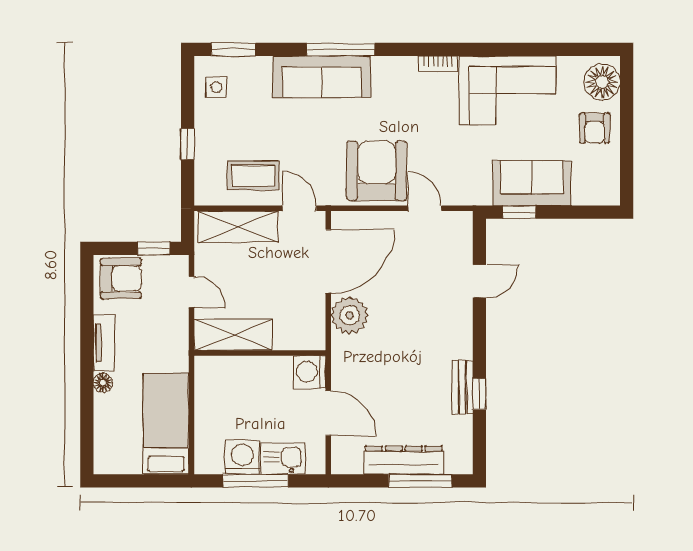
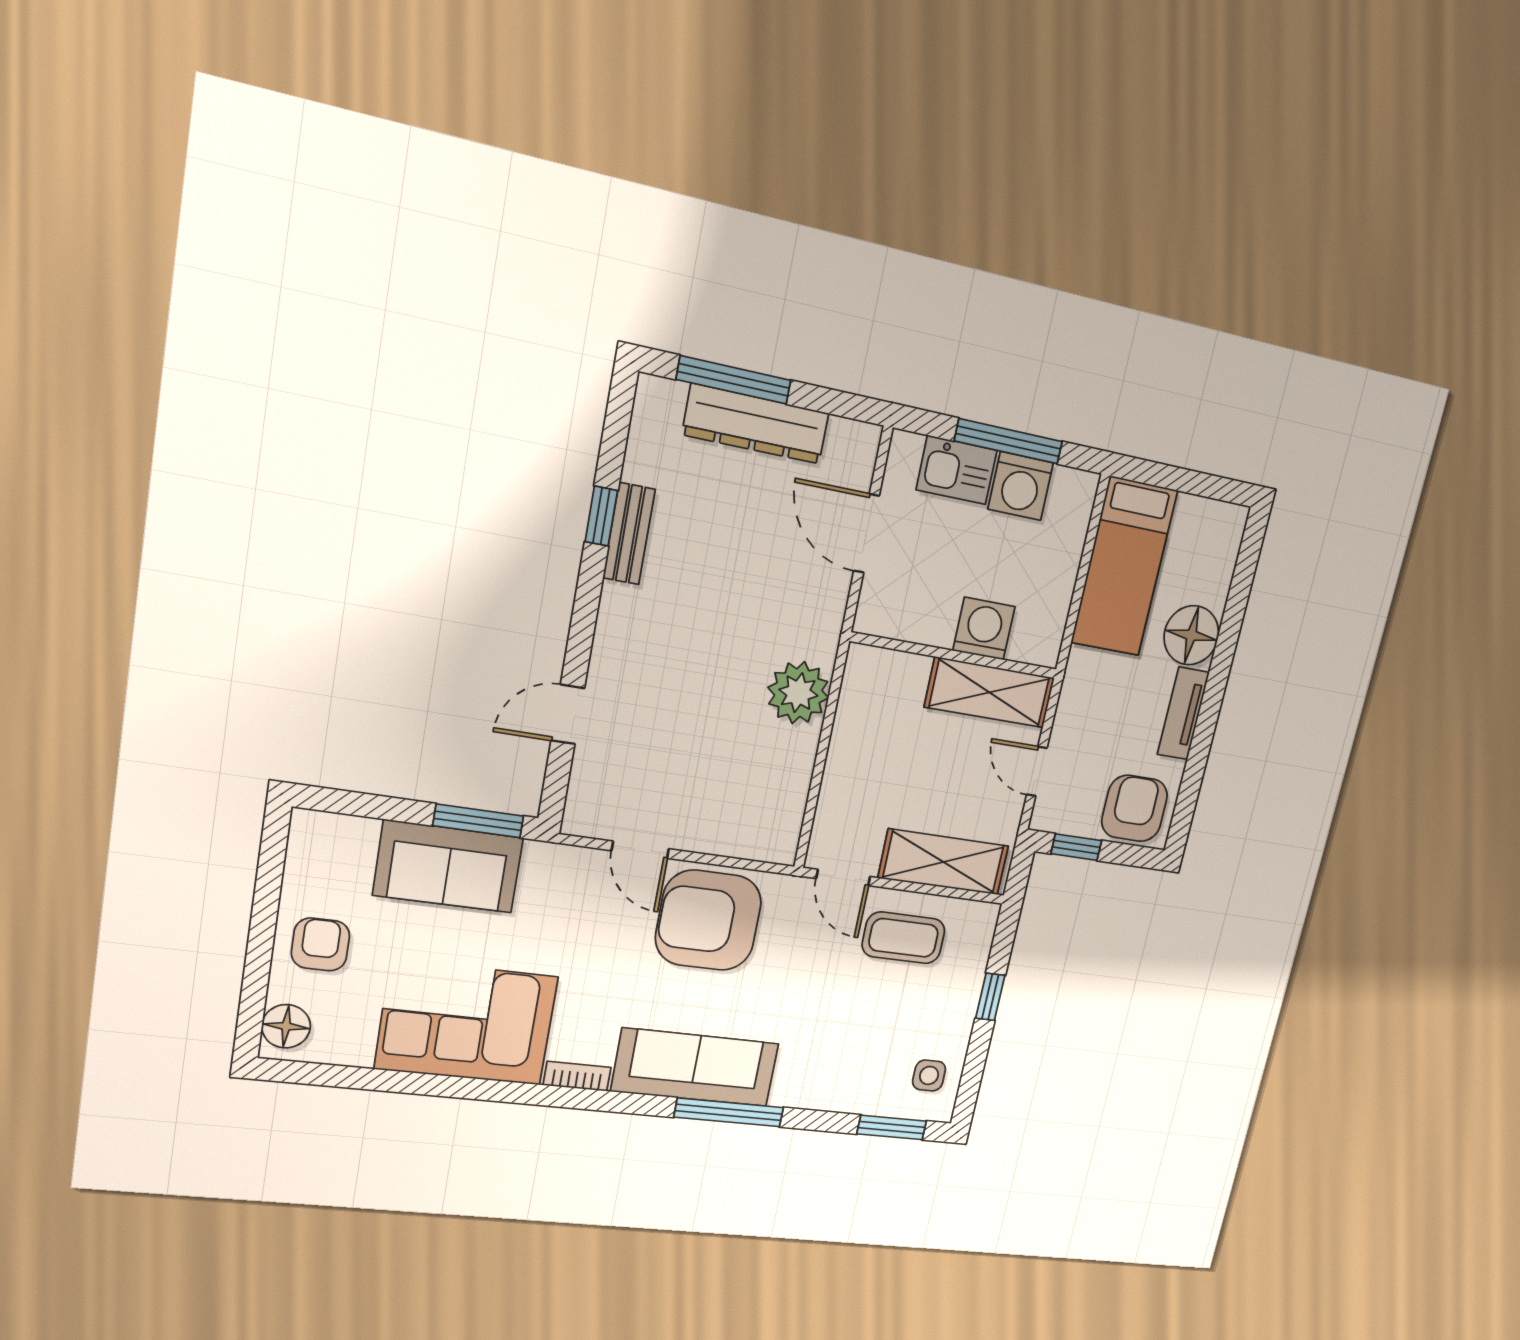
sofa: (322, 77) -> (695, 1067), moved
floor lamp: (602, 82) -> (286, 1026), width x0.73, depth x0.73
armchair: (377, 171) -> (708, 920), turned 90
window: (519, 212) -> (478, 821), width x1.50
door: (328, 261) -> (815, 787), removed
armchair: (121, 279) -> (1135, 808), turned 90
washing machine: (309, 372) -> (984, 629), moved, turned -90
floor lamp: (103, 383) -> (1191, 635), width x1.89, depth x1.89

